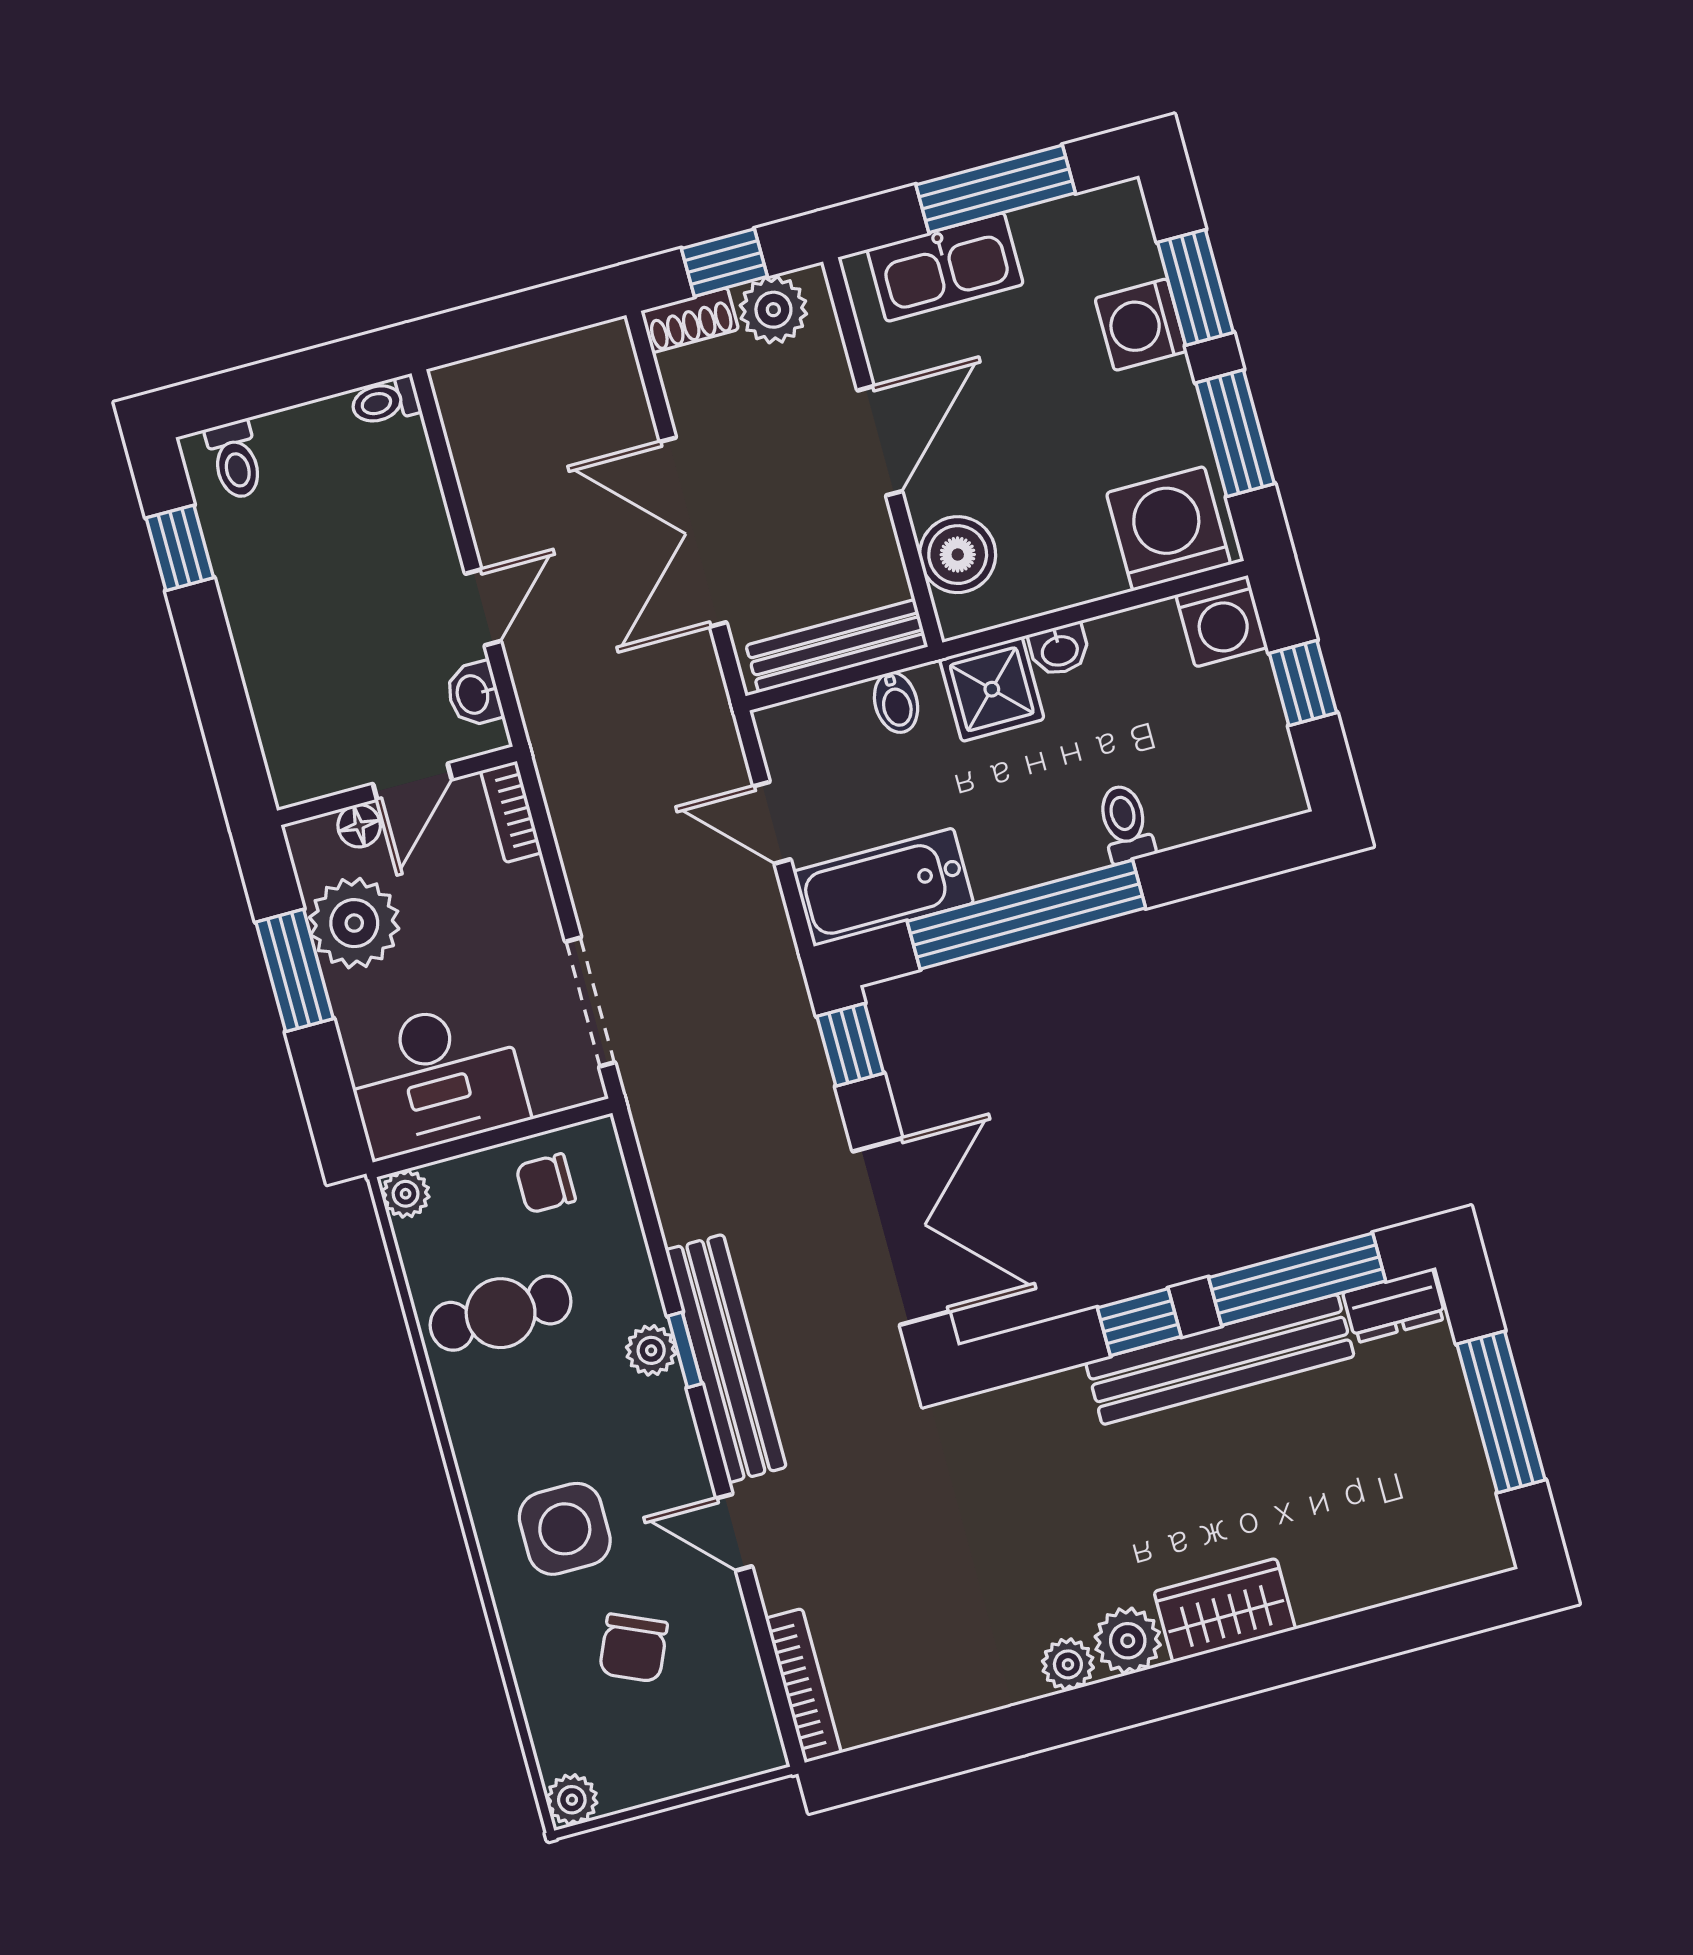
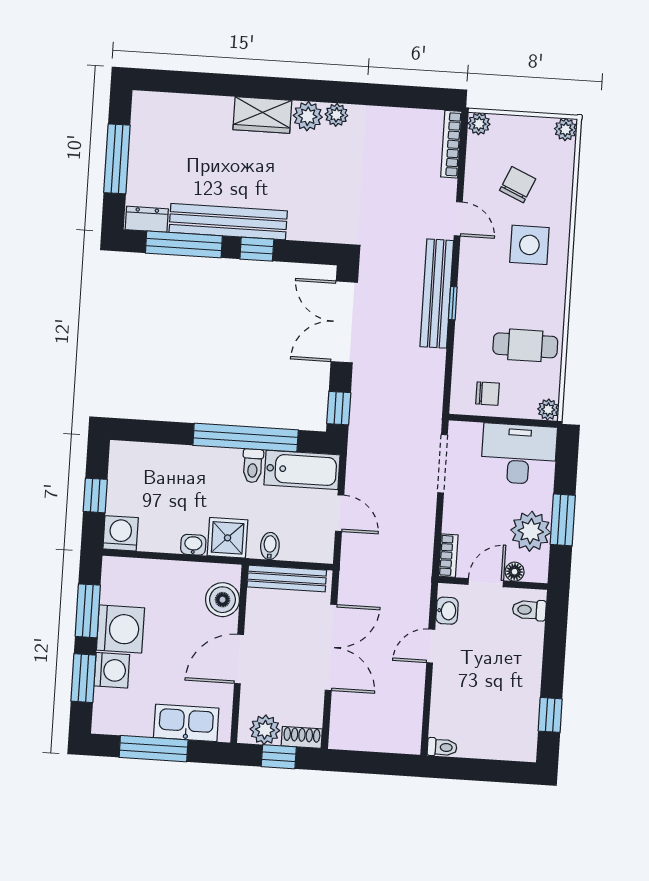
toilet: (235, 460) -> (529, 610), moved, turned -90
washing machine: (1168, 529) -> (120, 629), moved, turned -90
toilet: (1125, 823) -> (253, 466), moved
plant: (651, 1350) -> (479, 124), moved

